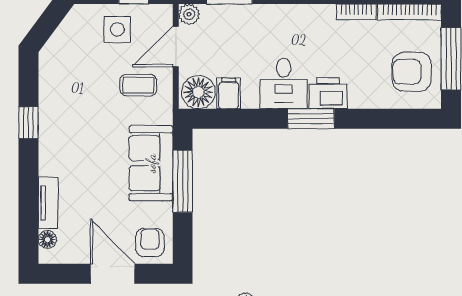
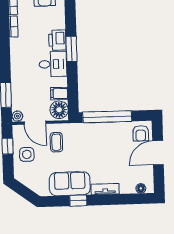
sofa: (151, 163) -> (70, 184), moved, turned 180
window: (183, 181) -> (107, 117), width x1.46
tv unit: (48, 203) -> (105, 189), moved
armchair: (150, 243) -> (141, 133), turned -90

